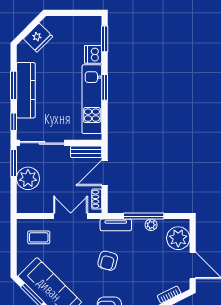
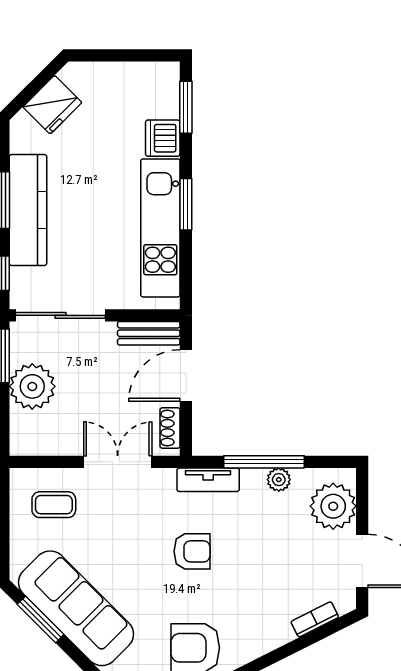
armchair: (108, 261) -> (192, 551), turned -105

